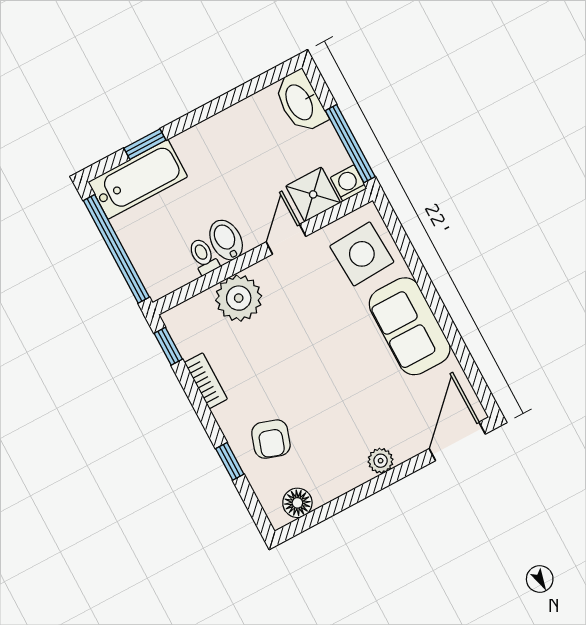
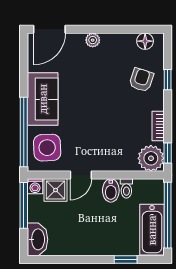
bathtub: (138, 179) -> (152, 230), moved, turned -90
window: (412, 259) -> (24, 132), added
plant: (239, 298) -> (151, 158), moved

